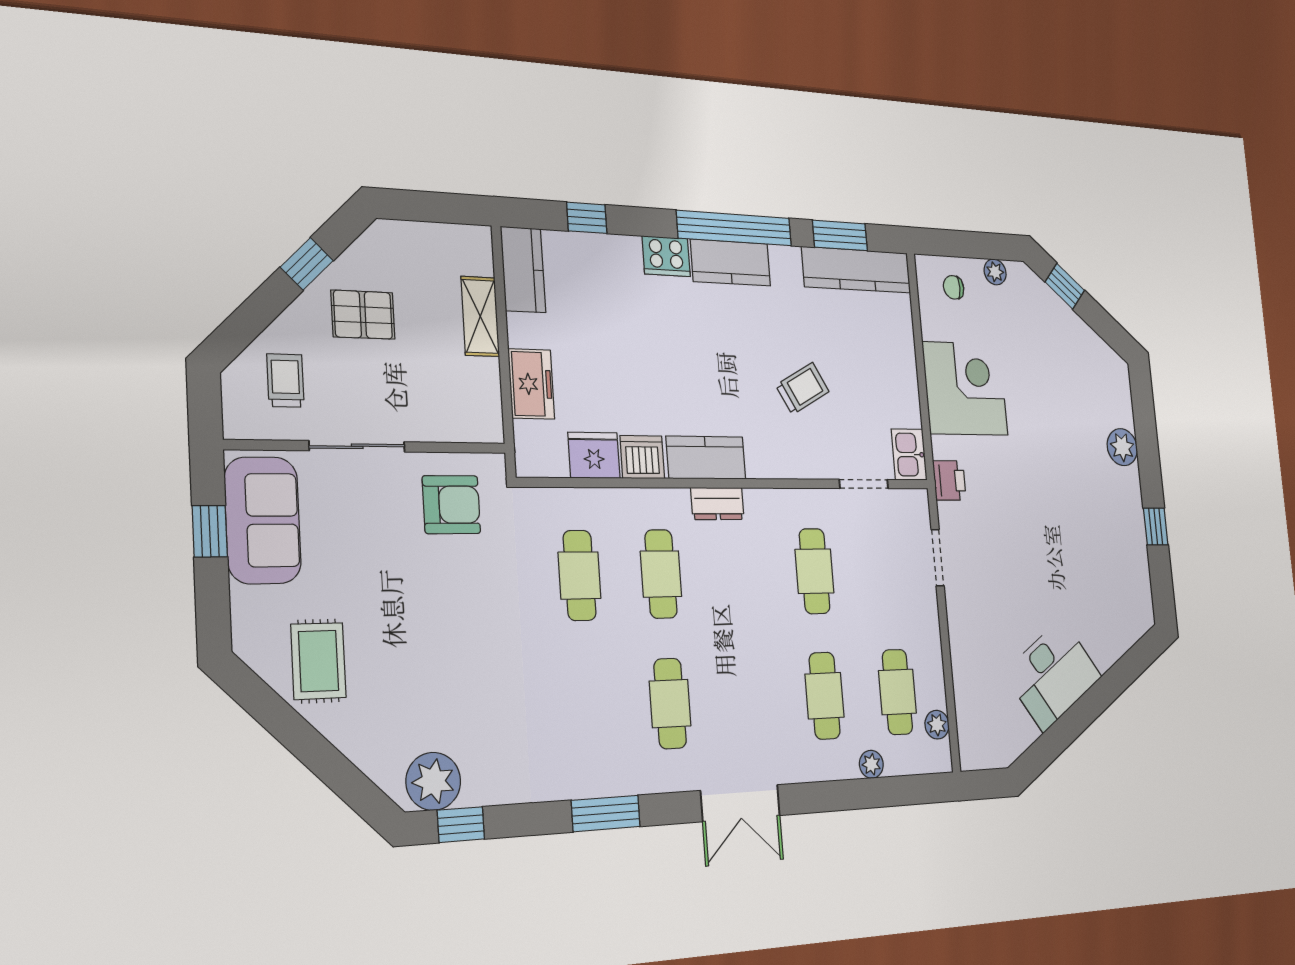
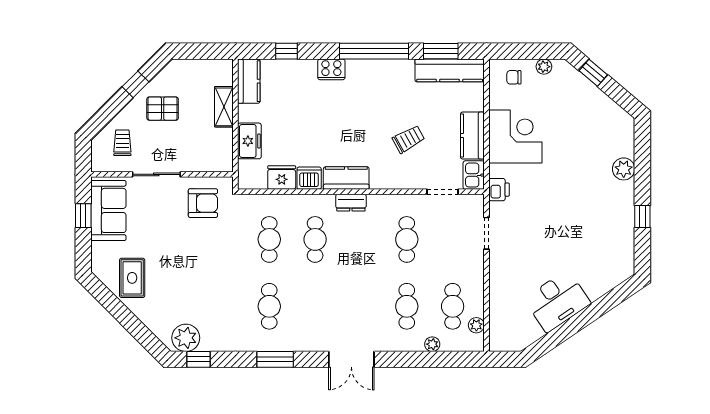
kitchen counter: (731, 263) -> (472, 136), moved, turned 90
cafe table: (670, 703) -> (269, 306), moved

